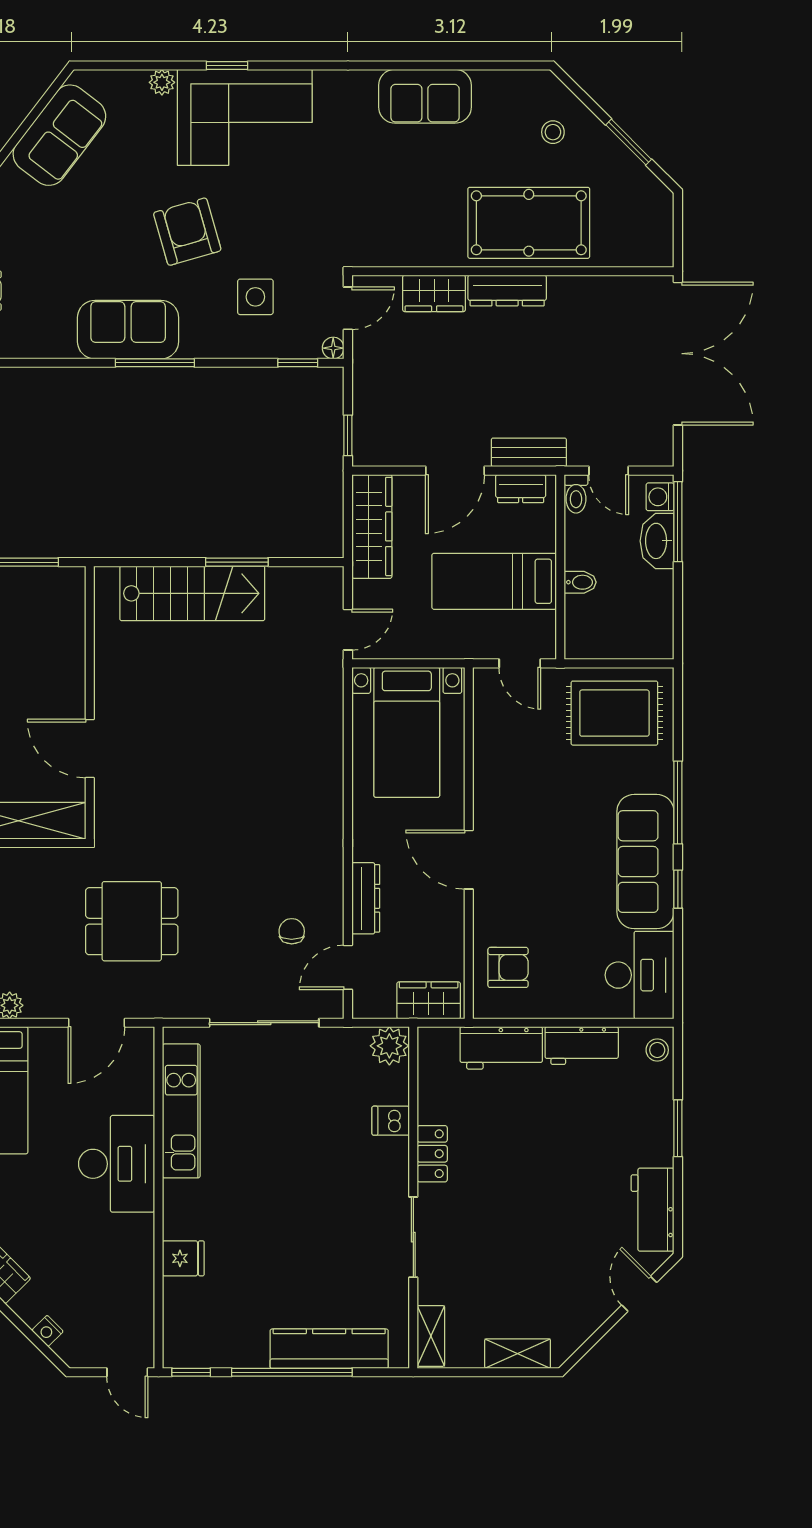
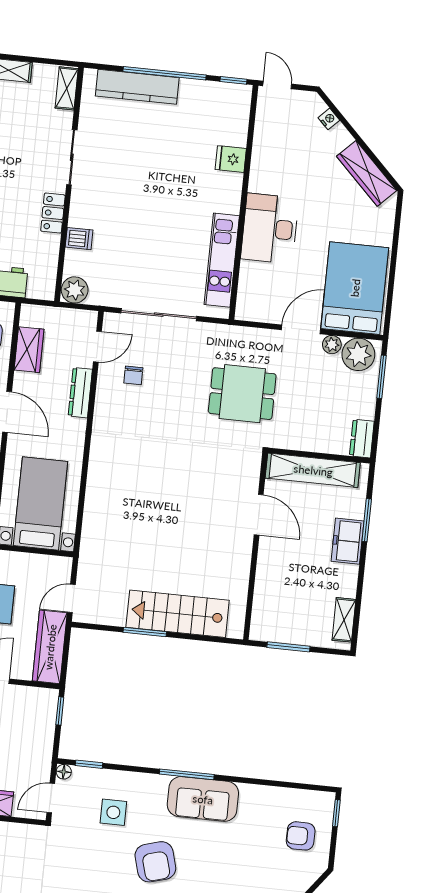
door: (348, 630) -> (71, 598), moved
wardrobe: (429, 1000) -> (29, 350), moved, turned -90
door: (96, 1023) -> (301, 329), moved

